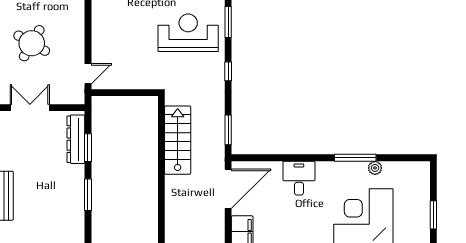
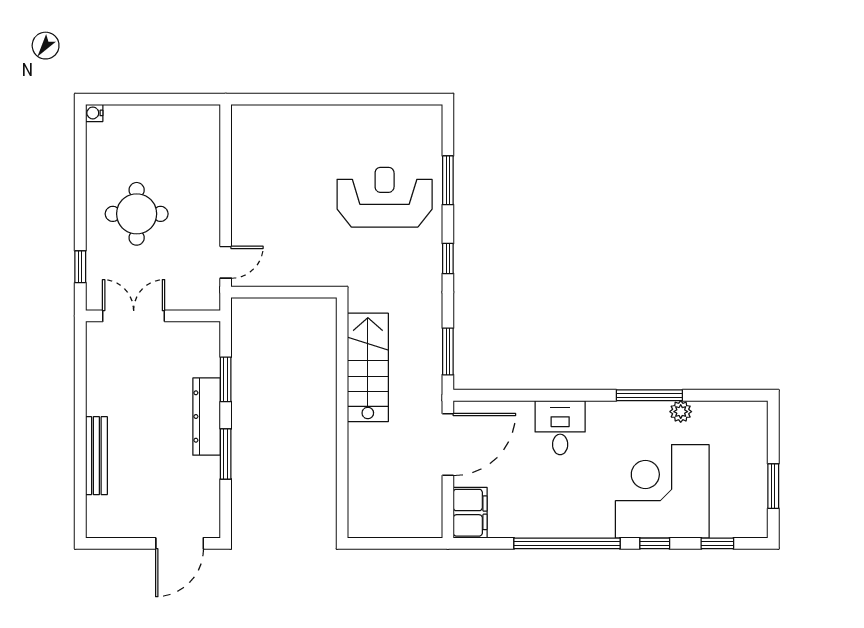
round table: (32, 43) -> (137, 214), turned -30
dresser: (76, 139) -> (207, 417), moved

